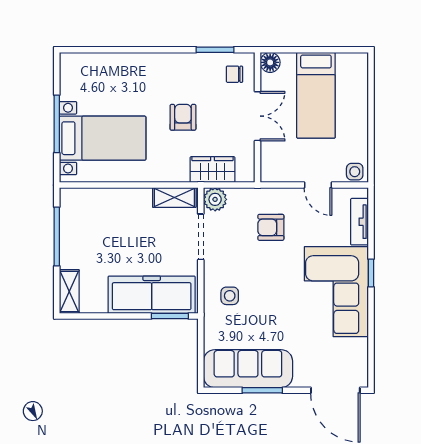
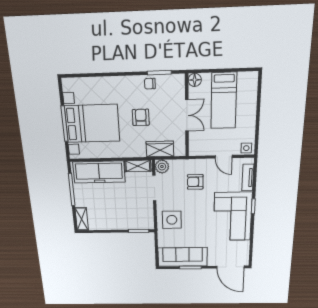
chair: (234, 74) -> (150, 84), moved
bed with nightstands: (103, 138) -> (92, 124), width x1.36
freezer: (152, 295) -> (99, 172), moved, turned 180
side table: (230, 296) -> (172, 220), width x1.87, depth x1.87

